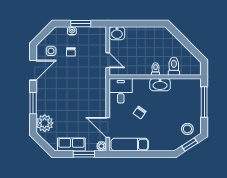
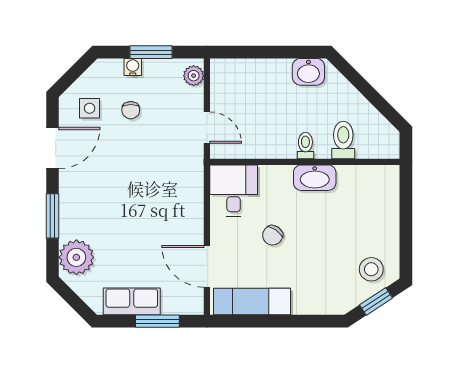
washbasin: (117, 33) -> (308, 72), moved
window: (204, 102) -> (406, 214), removed
plant: (101, 146) -> (194, 76), moved

